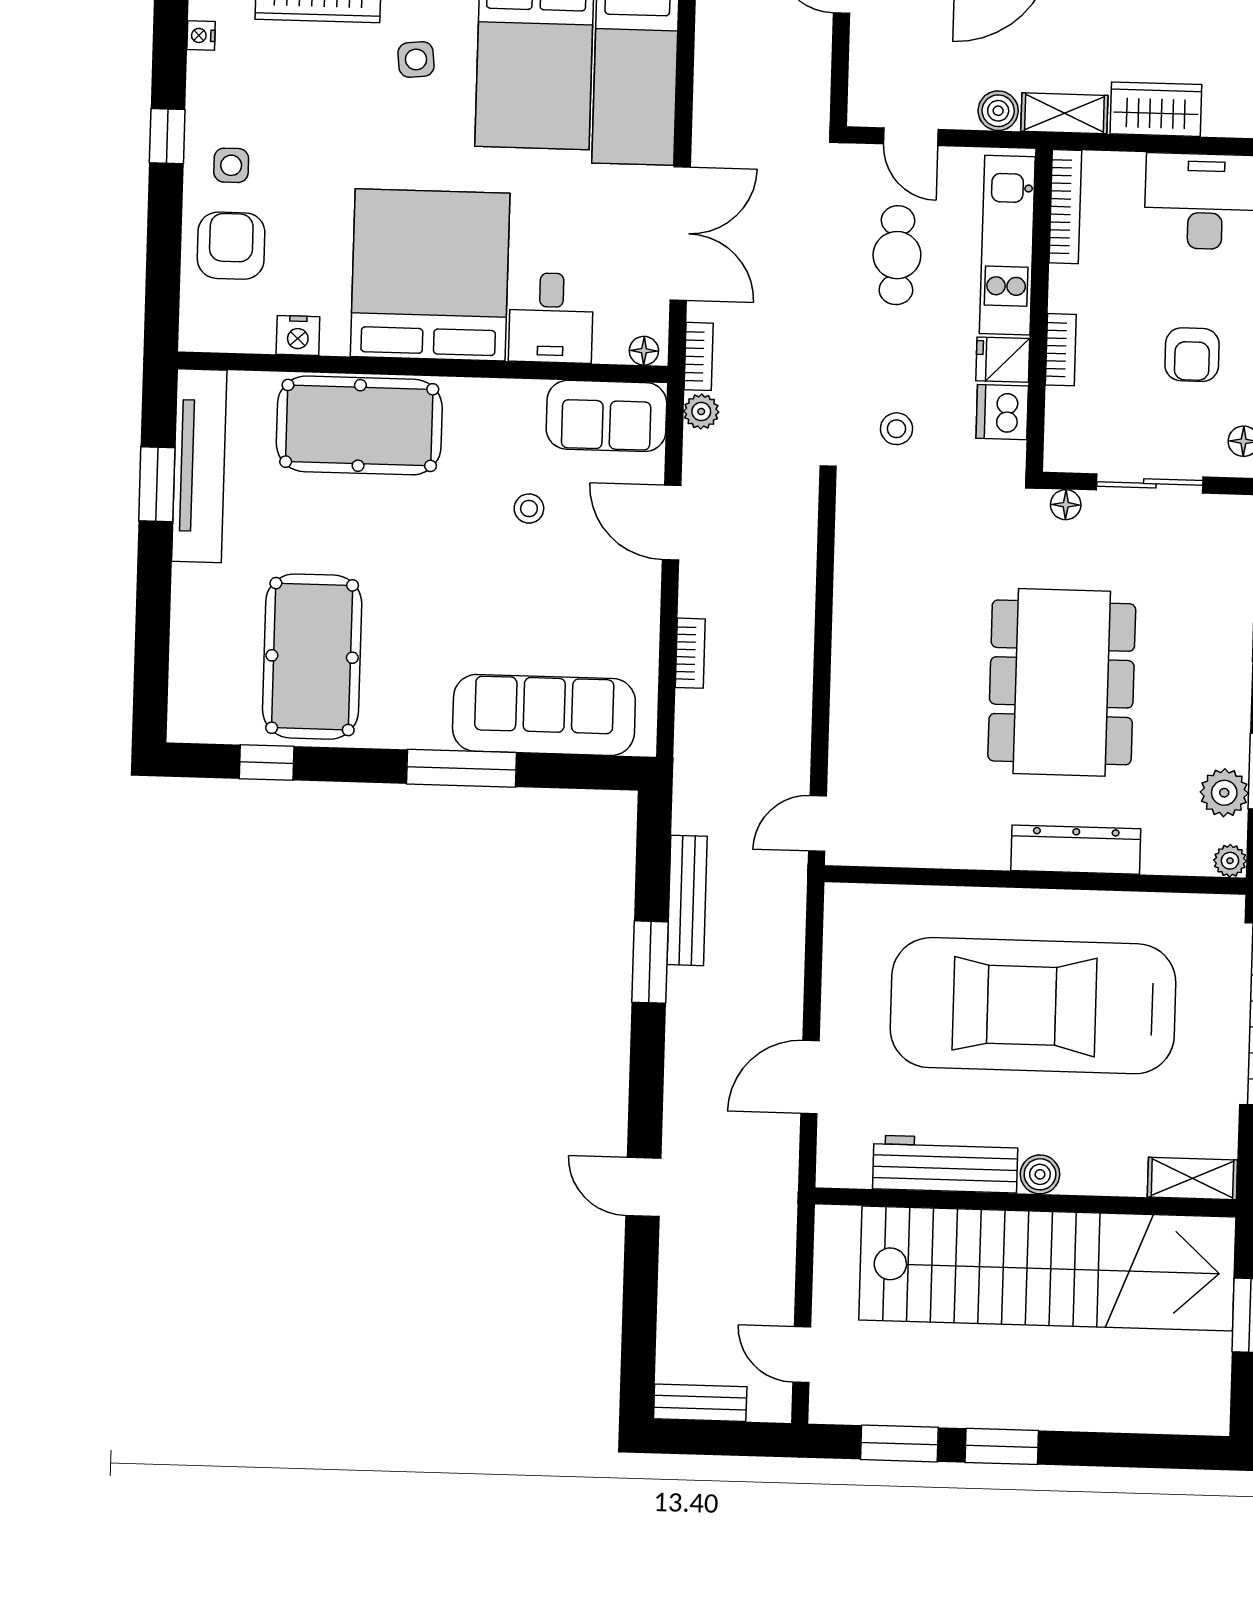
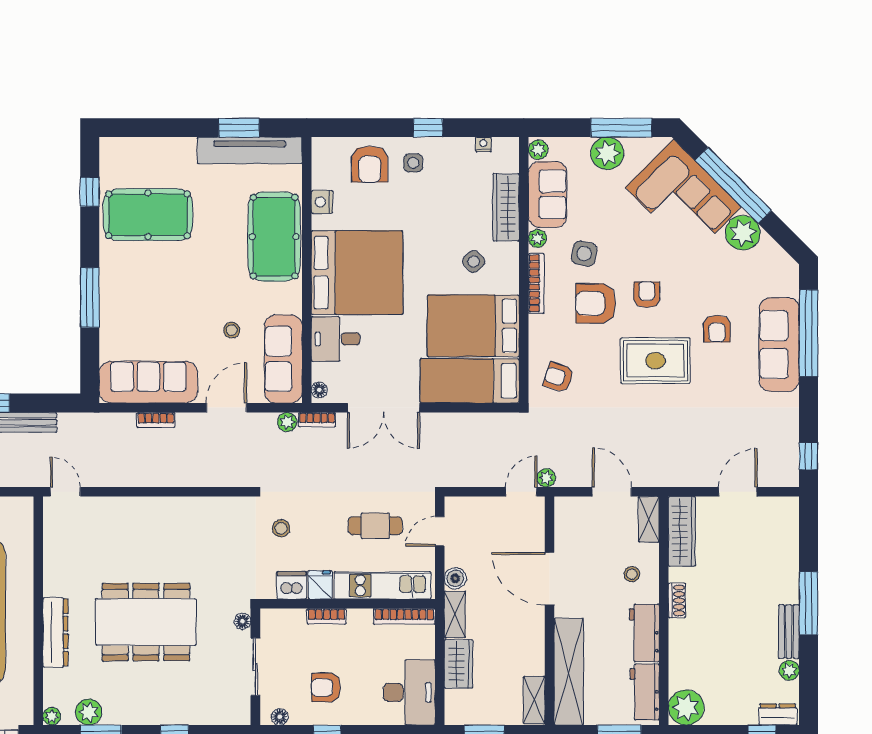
side table: (416, 59) -> (474, 262), turned -38
armchair: (231, 246) -> (370, 164), turned 90
sofa: (606, 416) -> (283, 359), width x1.36
sofa: (544, 715) -> (148, 382), moved, turned -90

